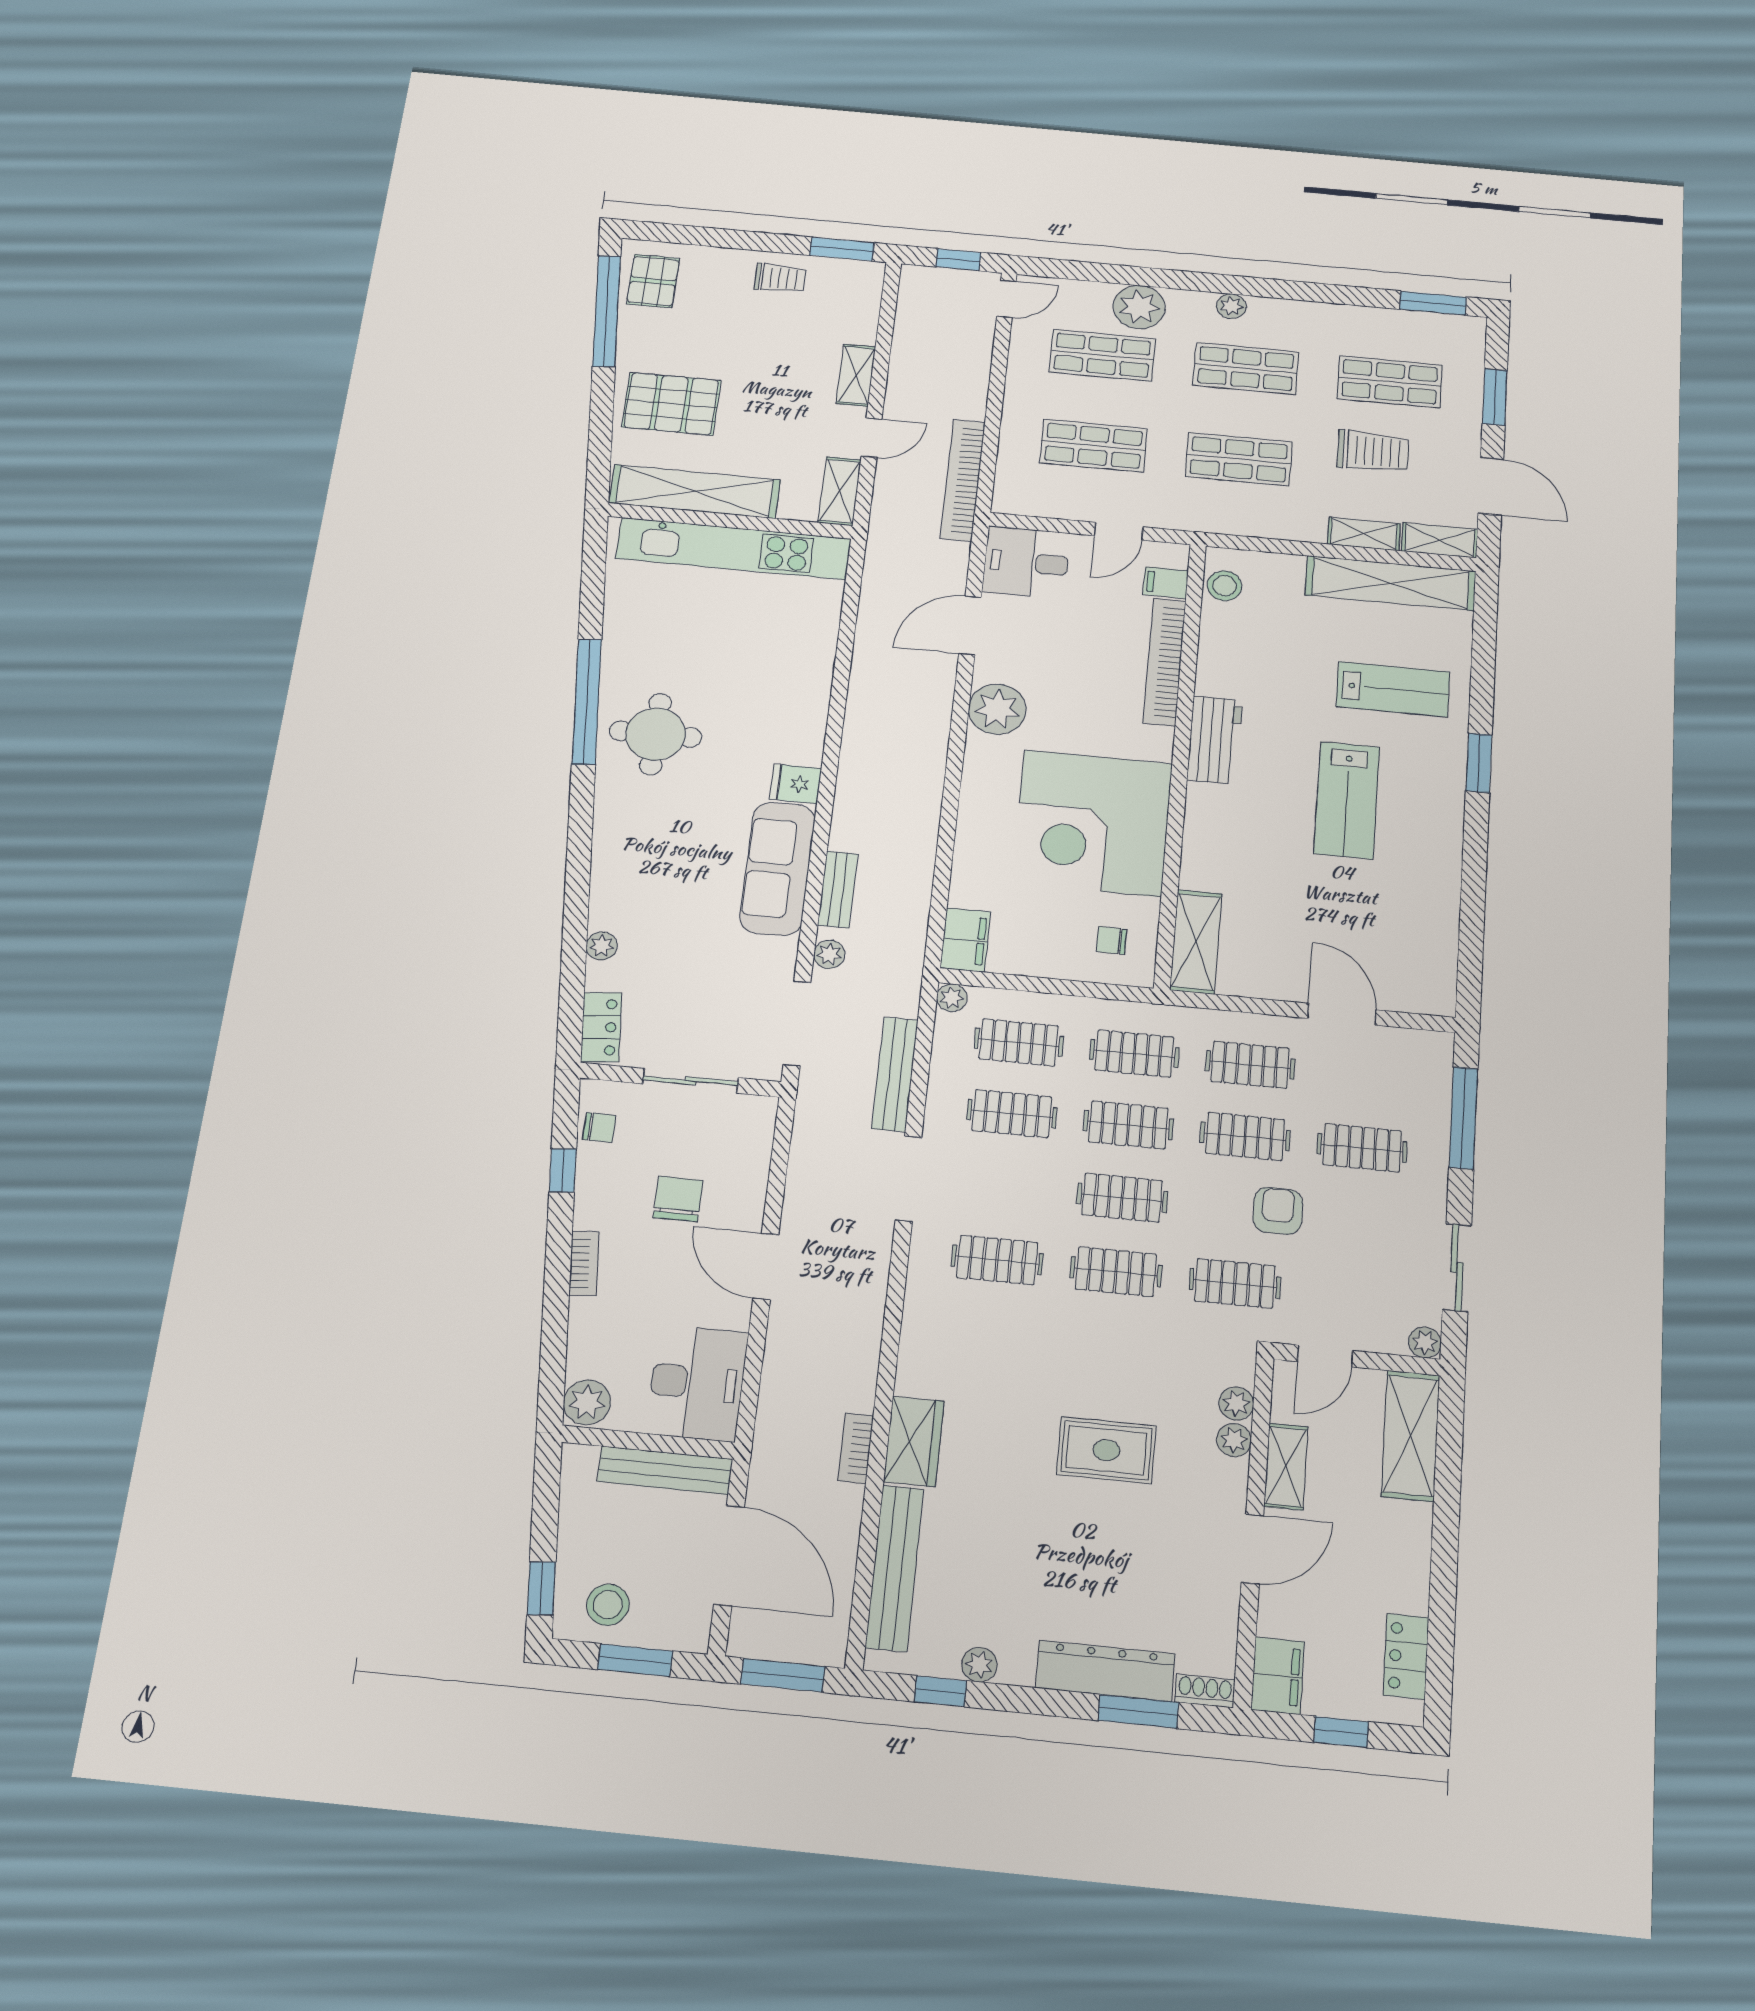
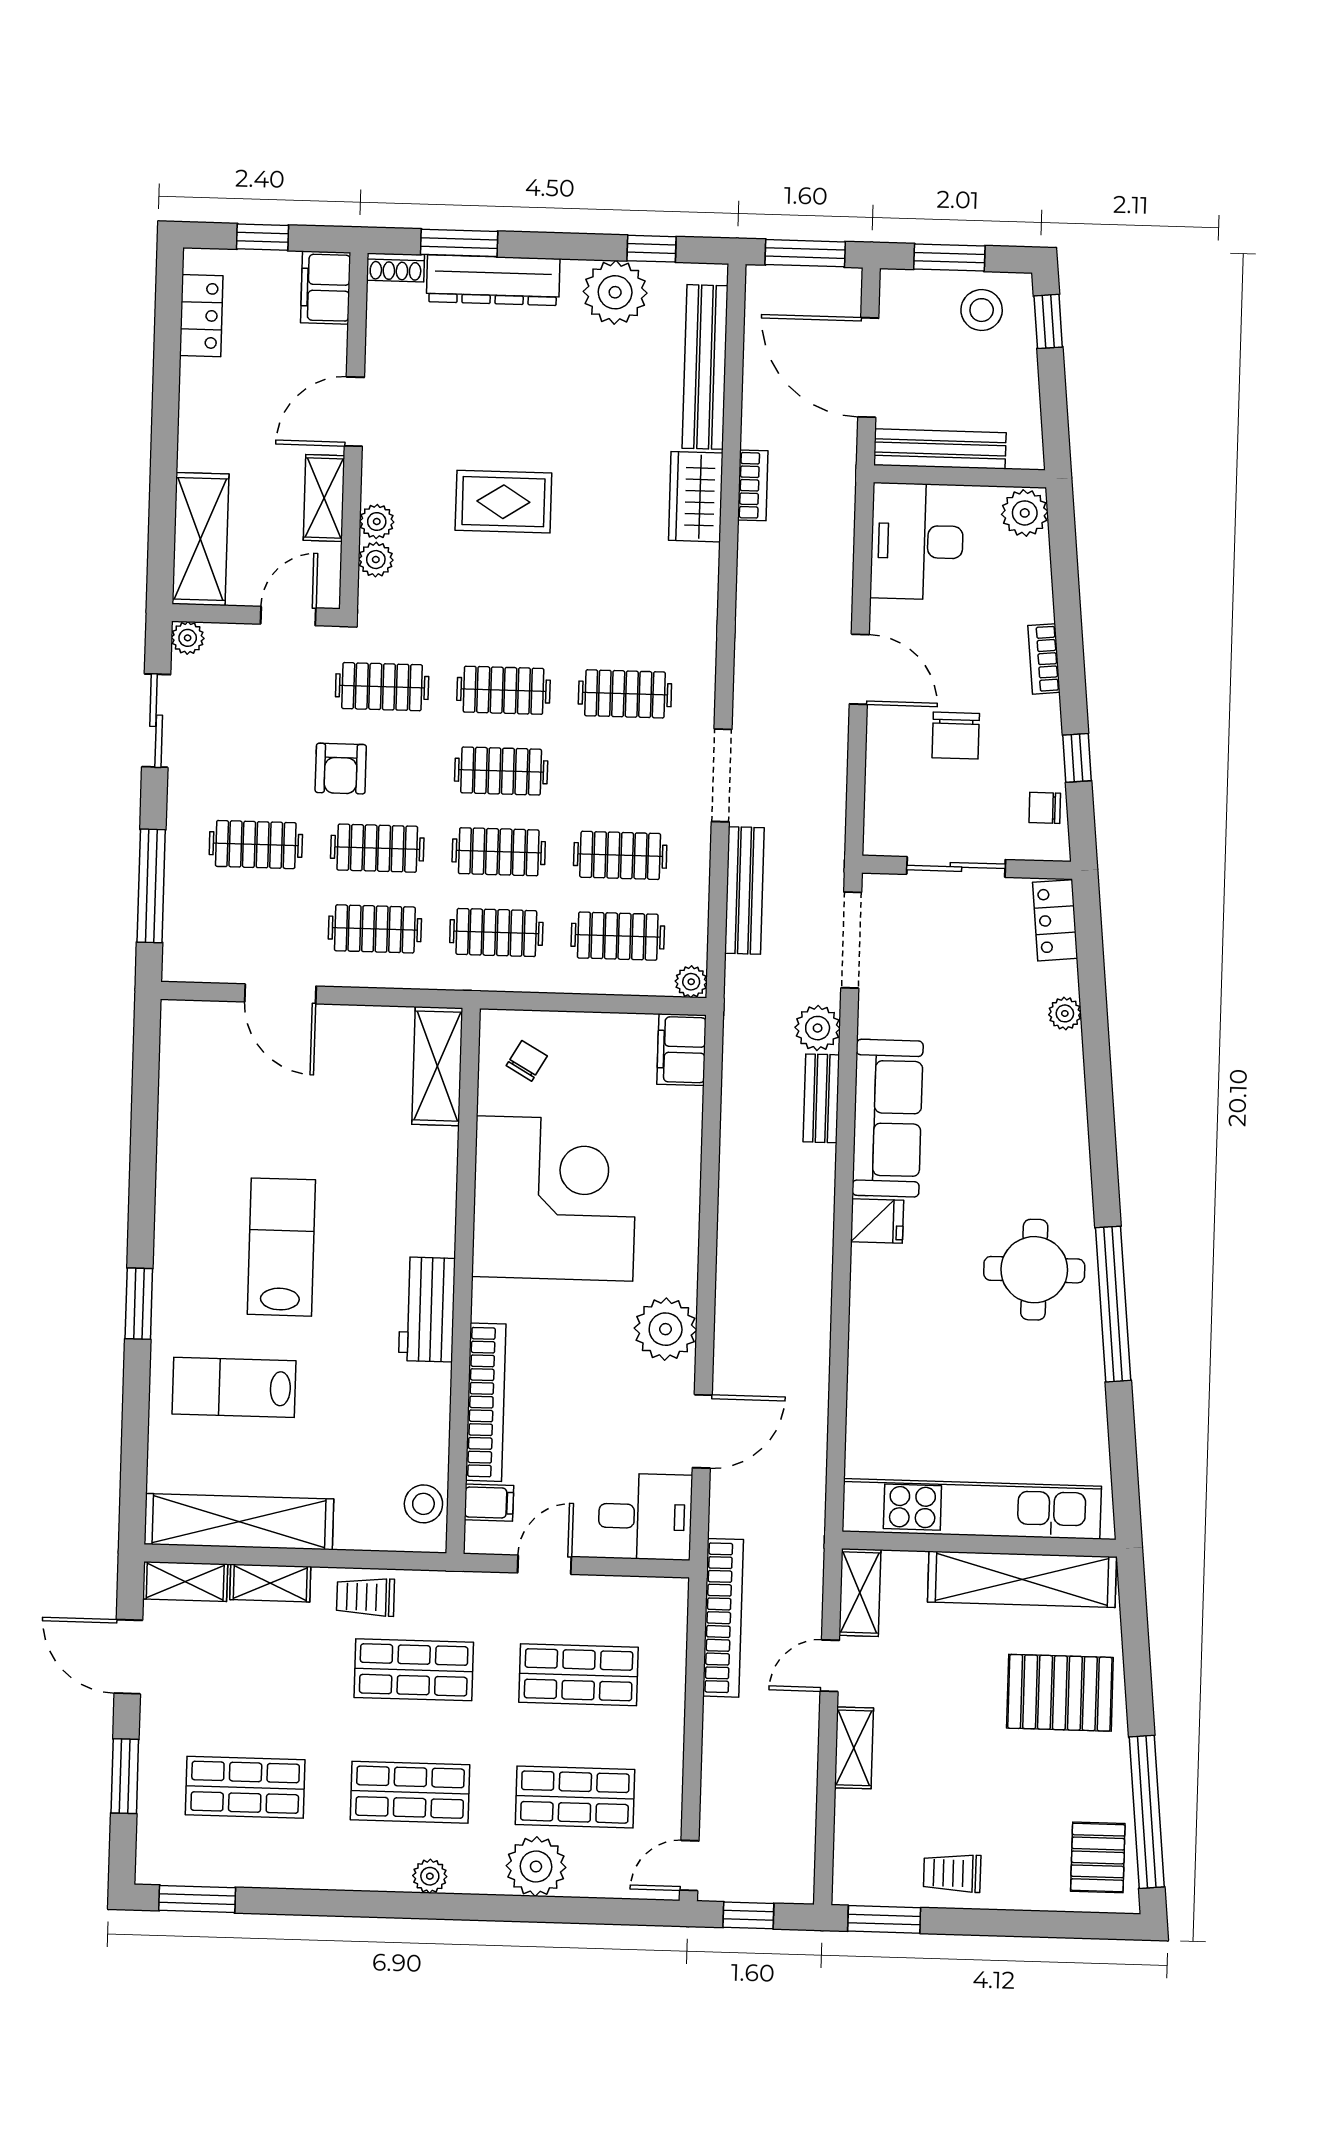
trolley: (1373, 451) -> (365, 1597), moved, width x0.73, depth x0.72
chair: (1112, 940) -> (527, 1061), turned -60
plant: (829, 954) -> (818, 1028), width x1.38, depth x1.38
plant: (979, 1665) -> (615, 292), width x1.87, depth x1.87

